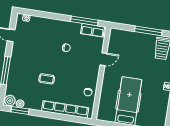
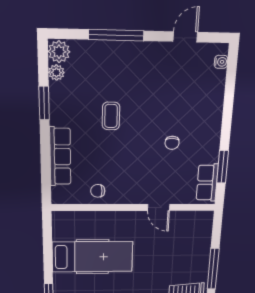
window: (84, 21) -> (223, 167), width x0.69
row of seats: (65, 109) -> (60, 157), width x0.73
window: (20, 110) -> (44, 103), moved

